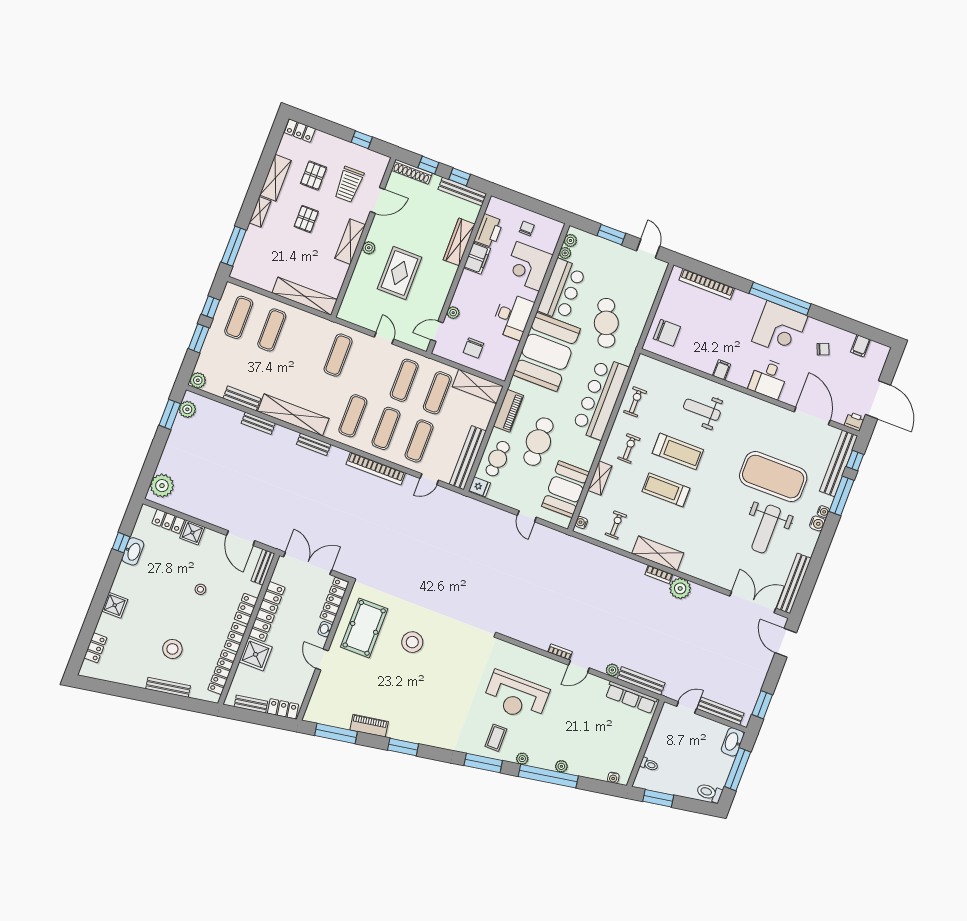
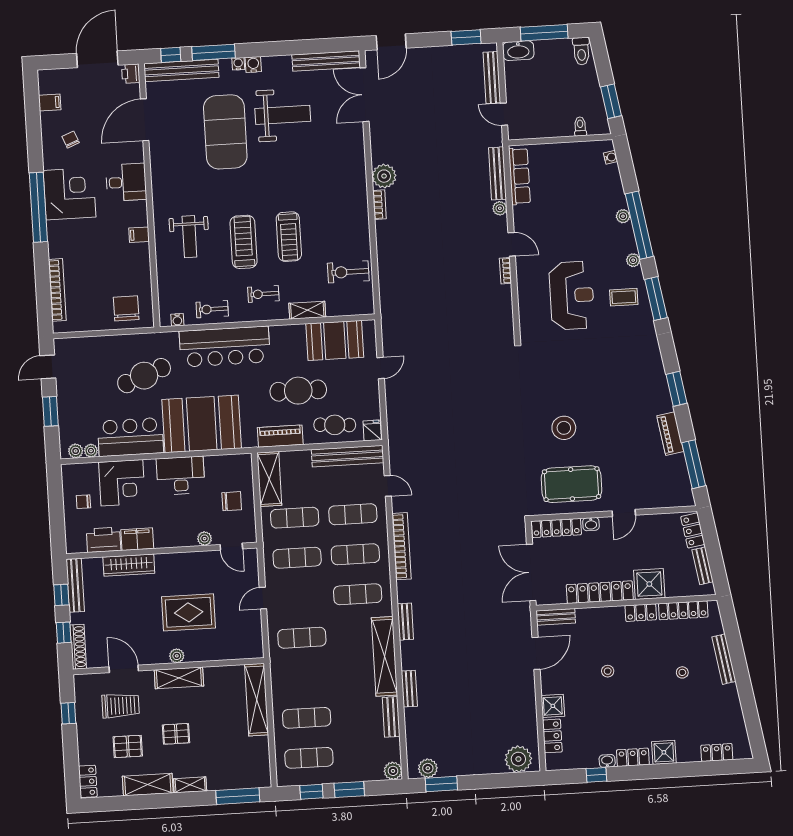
water cooler: (581, 522) -> (177, 320), moved
exercise bike: (616, 525) -> (348, 272), width x1.38, depth x1.39
washbasin: (133, 551) -> (607, 761), width x0.52, depth x0.69
shelving: (658, 553) -> (358, 215), removed
locker: (246, 609) -> (633, 757), moved, turned 180
stool: (172, 649) -> (682, 672), width x0.53, depth x0.53

